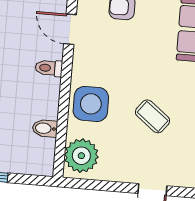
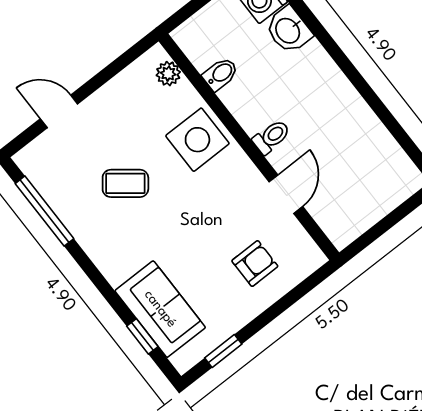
door: (70, 29) -> (286, 194), hinge flipped
plant: (81, 156) -> (168, 74), width x0.53, depth x0.53

